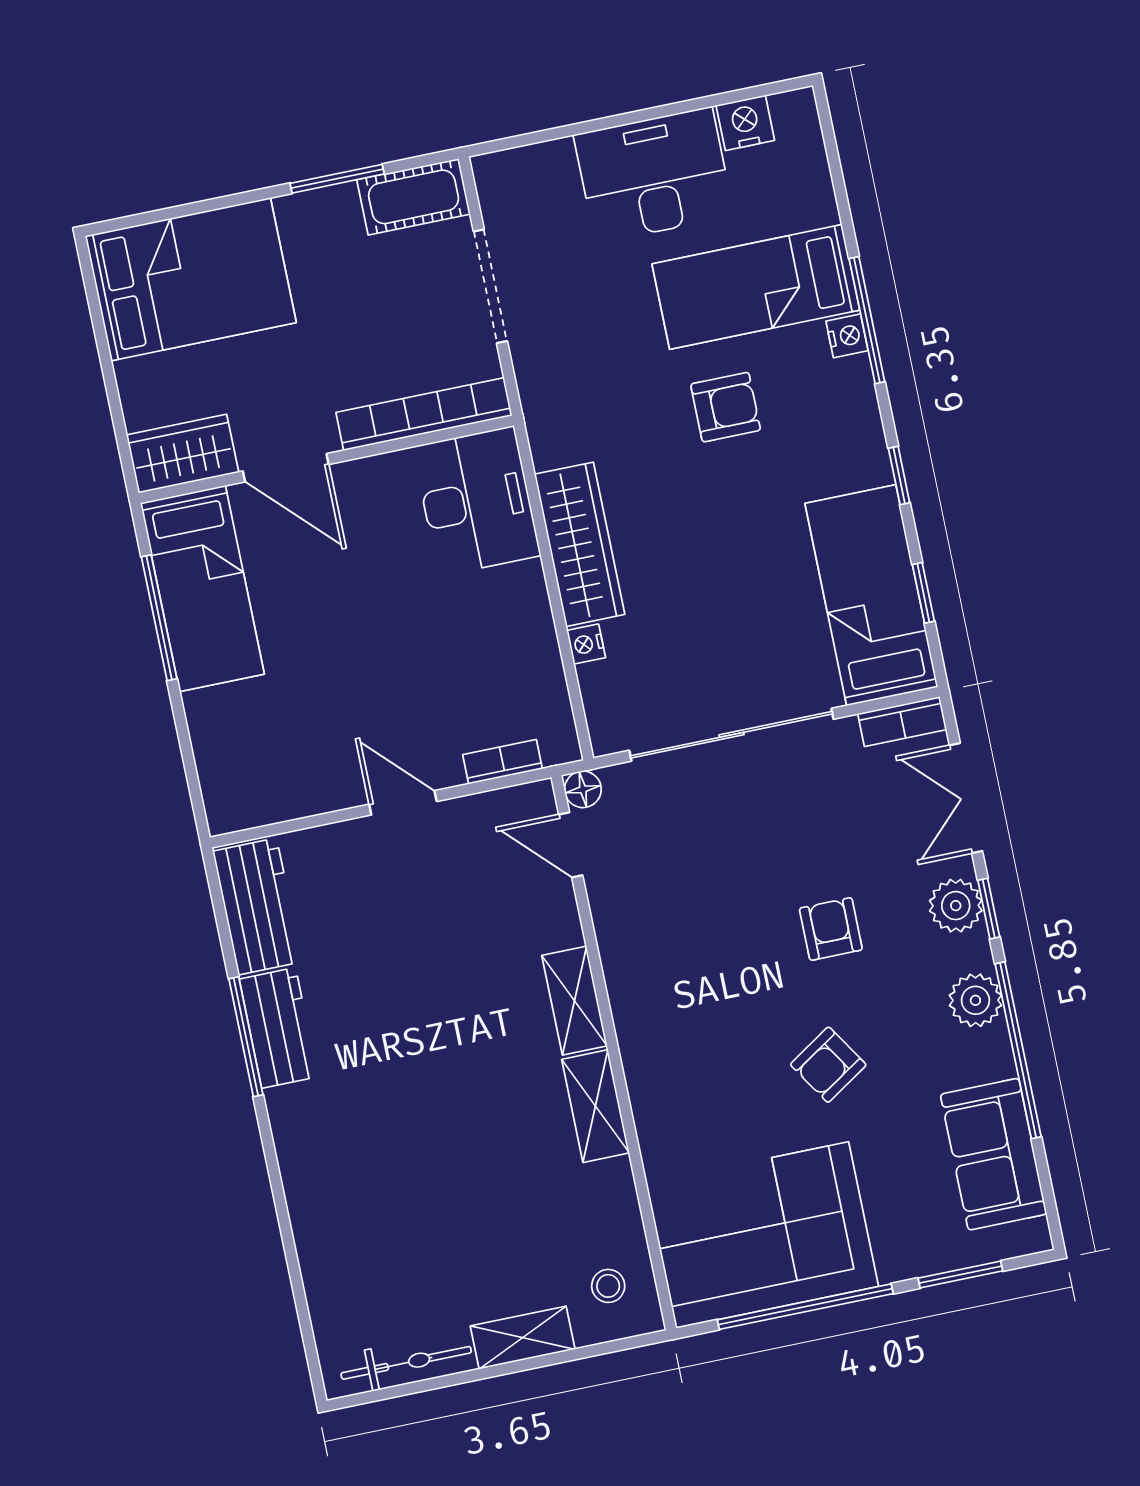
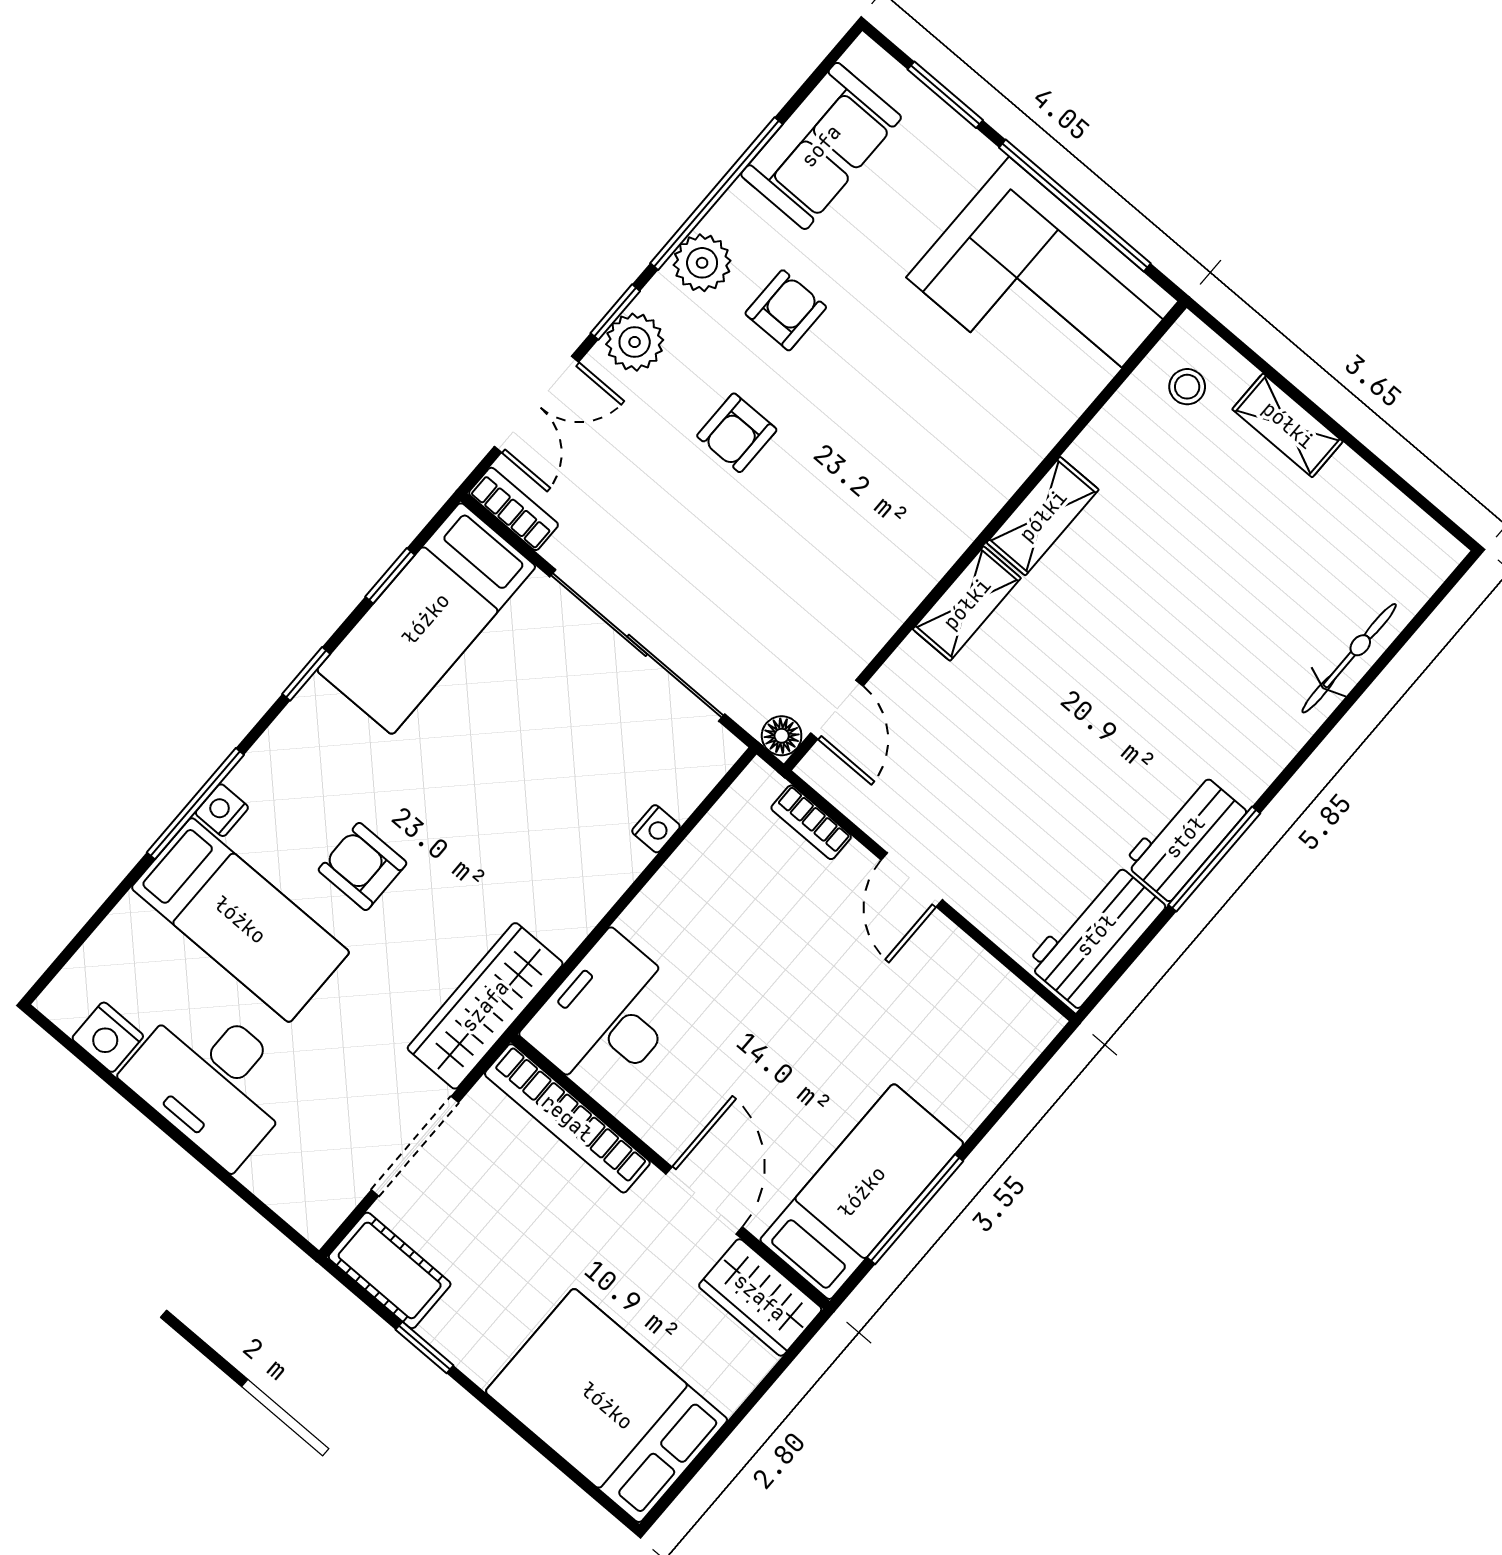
window: (337, 179) -> (425, 1347), width x0.67
wardrobe: (580, 544) -> (485, 1006), moved
armchair: (828, 1065) -> (786, 310), moved, turned -57
bicycle: (406, 1363) -> (1349, 658), moved, turned 90

